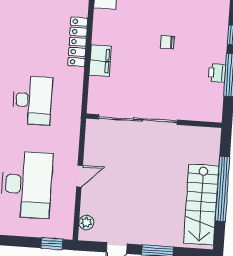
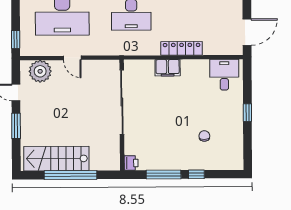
chair: (167, 42) -> (204, 136), moved
printer: (217, 73) -> (131, 163), moved, turned 90
plant: (86, 222) -> (40, 71), width x1.87, depth x1.87

